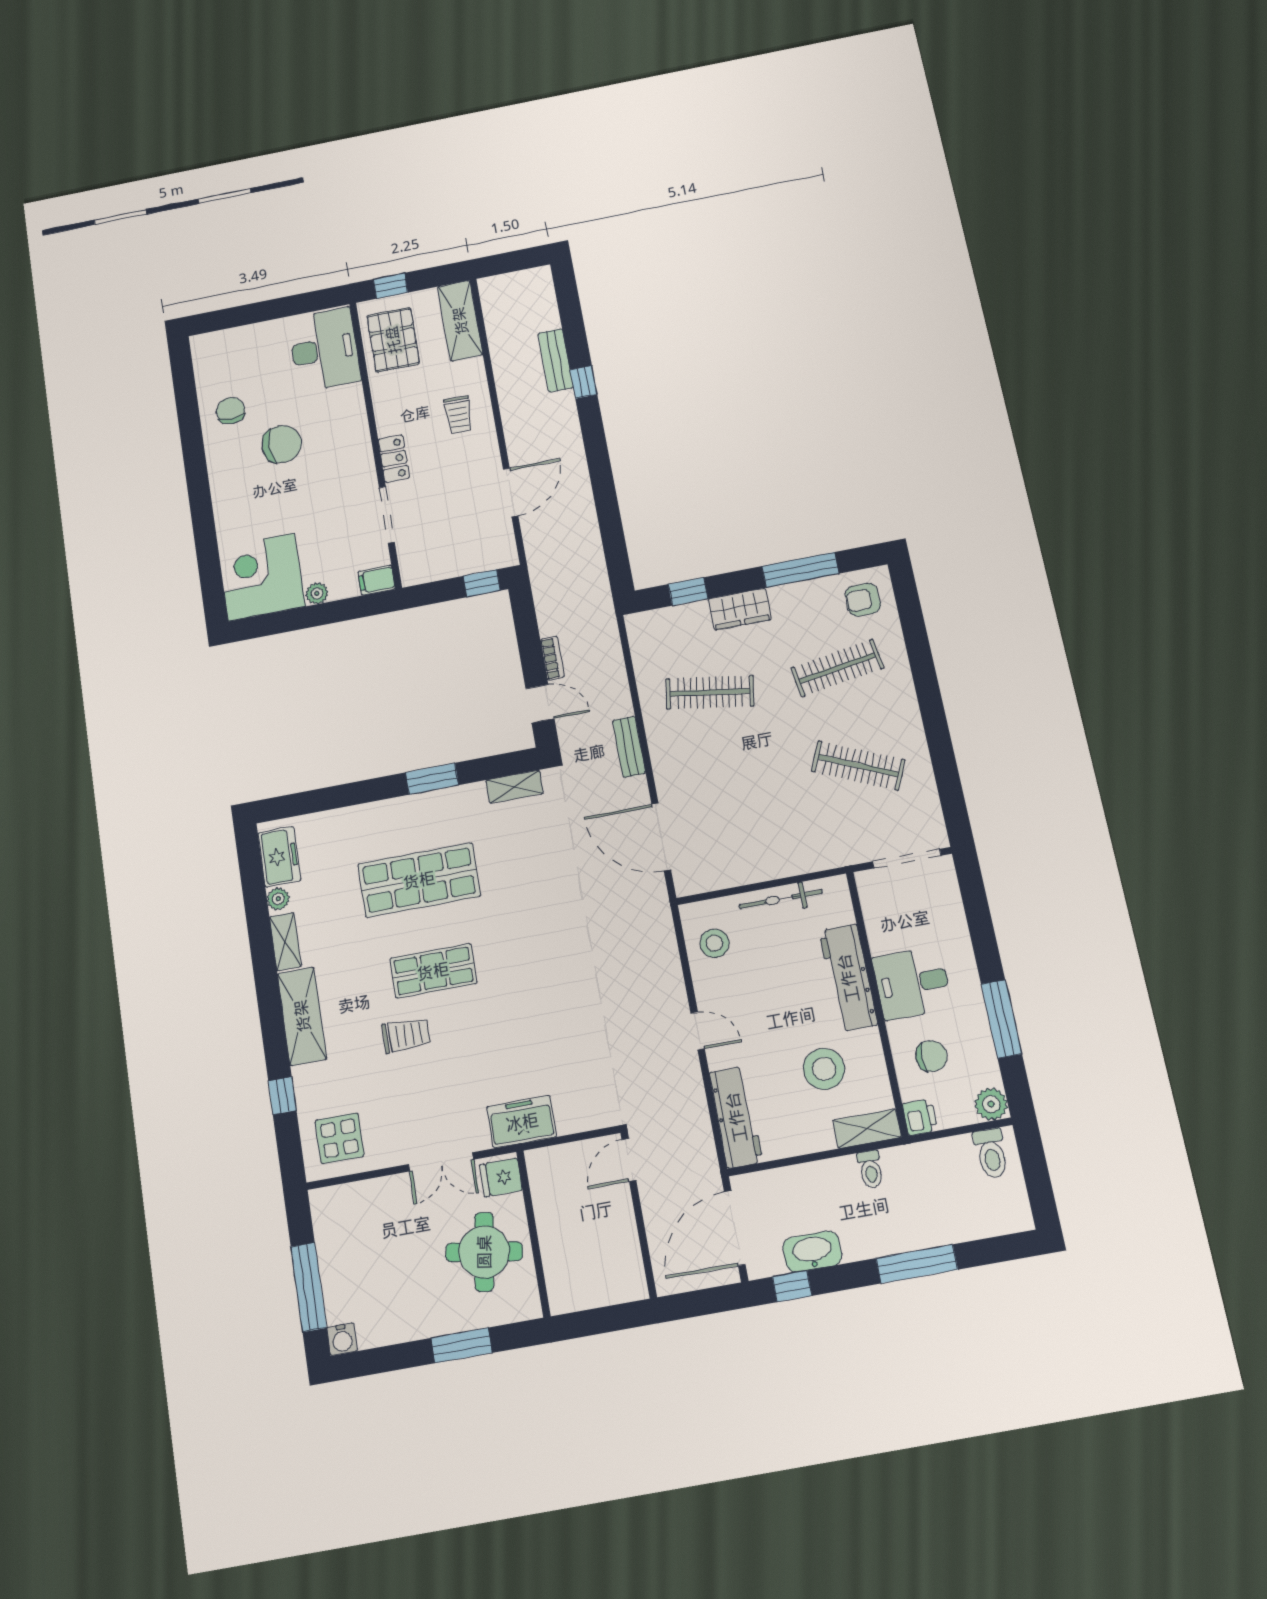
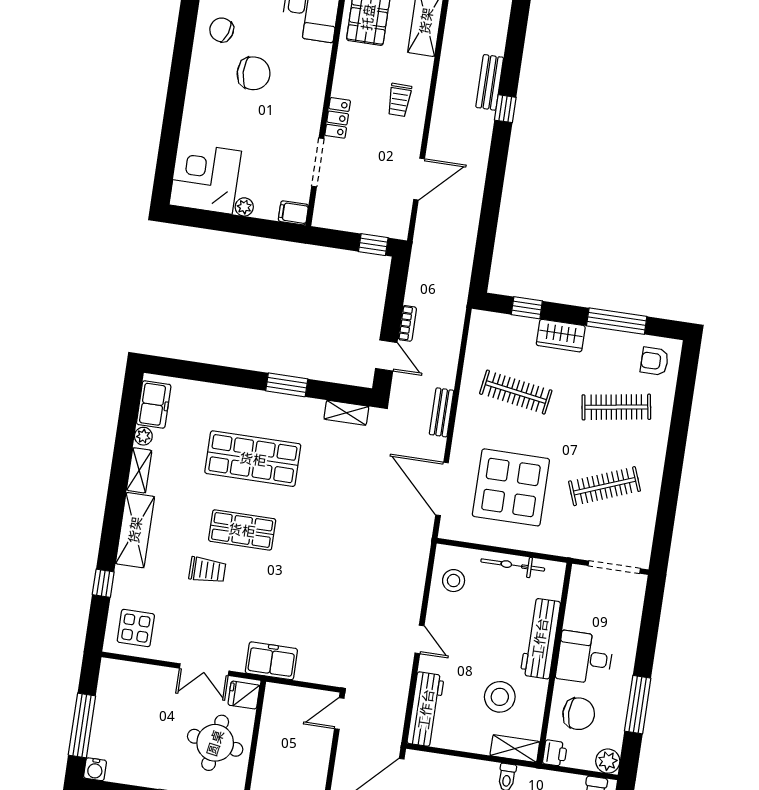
chair: (231, 411) -> (222, 30), turned -71
clothes rail: (858, 766) -> (605, 486), turned -45
display table: (745, 806) -> (511, 487), added
chair: (931, 1056) -> (579, 714), width x1.37, depth x1.37

